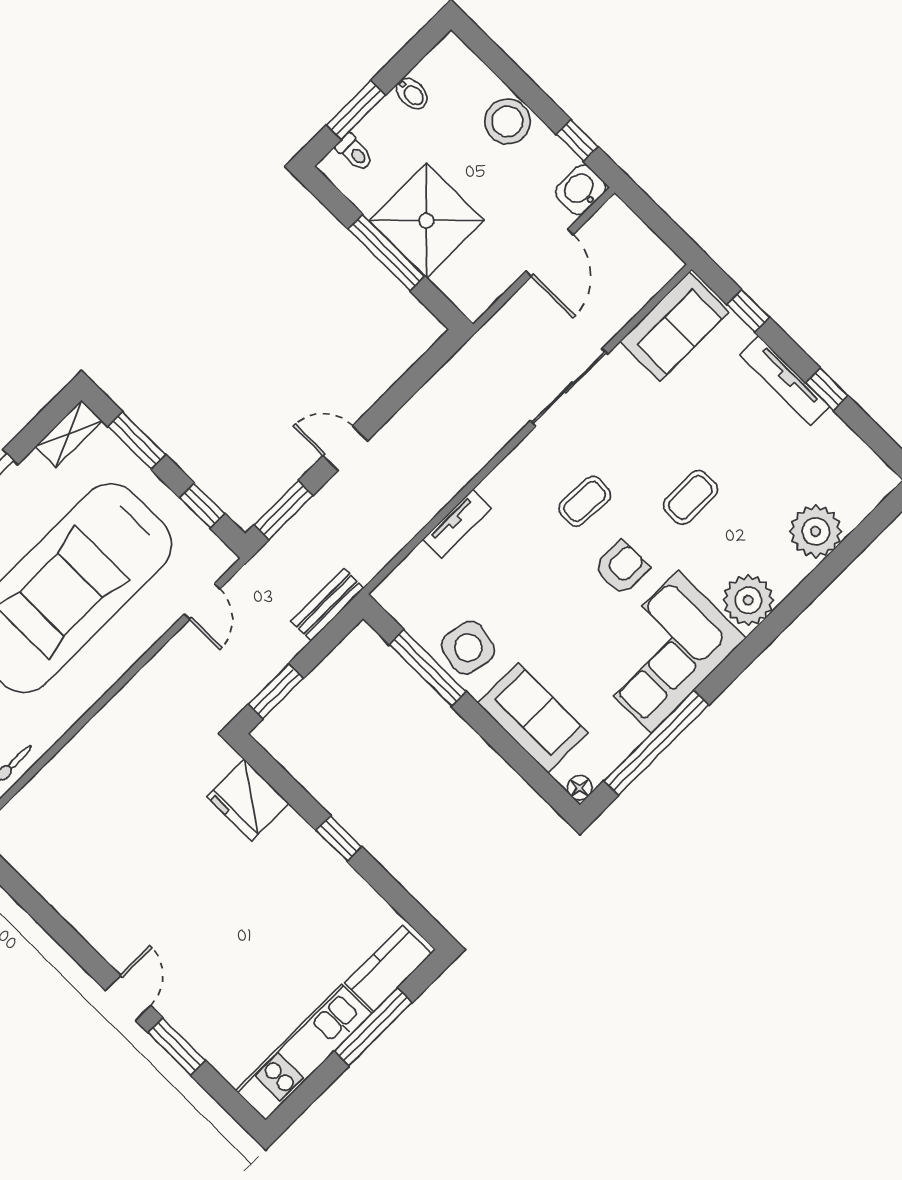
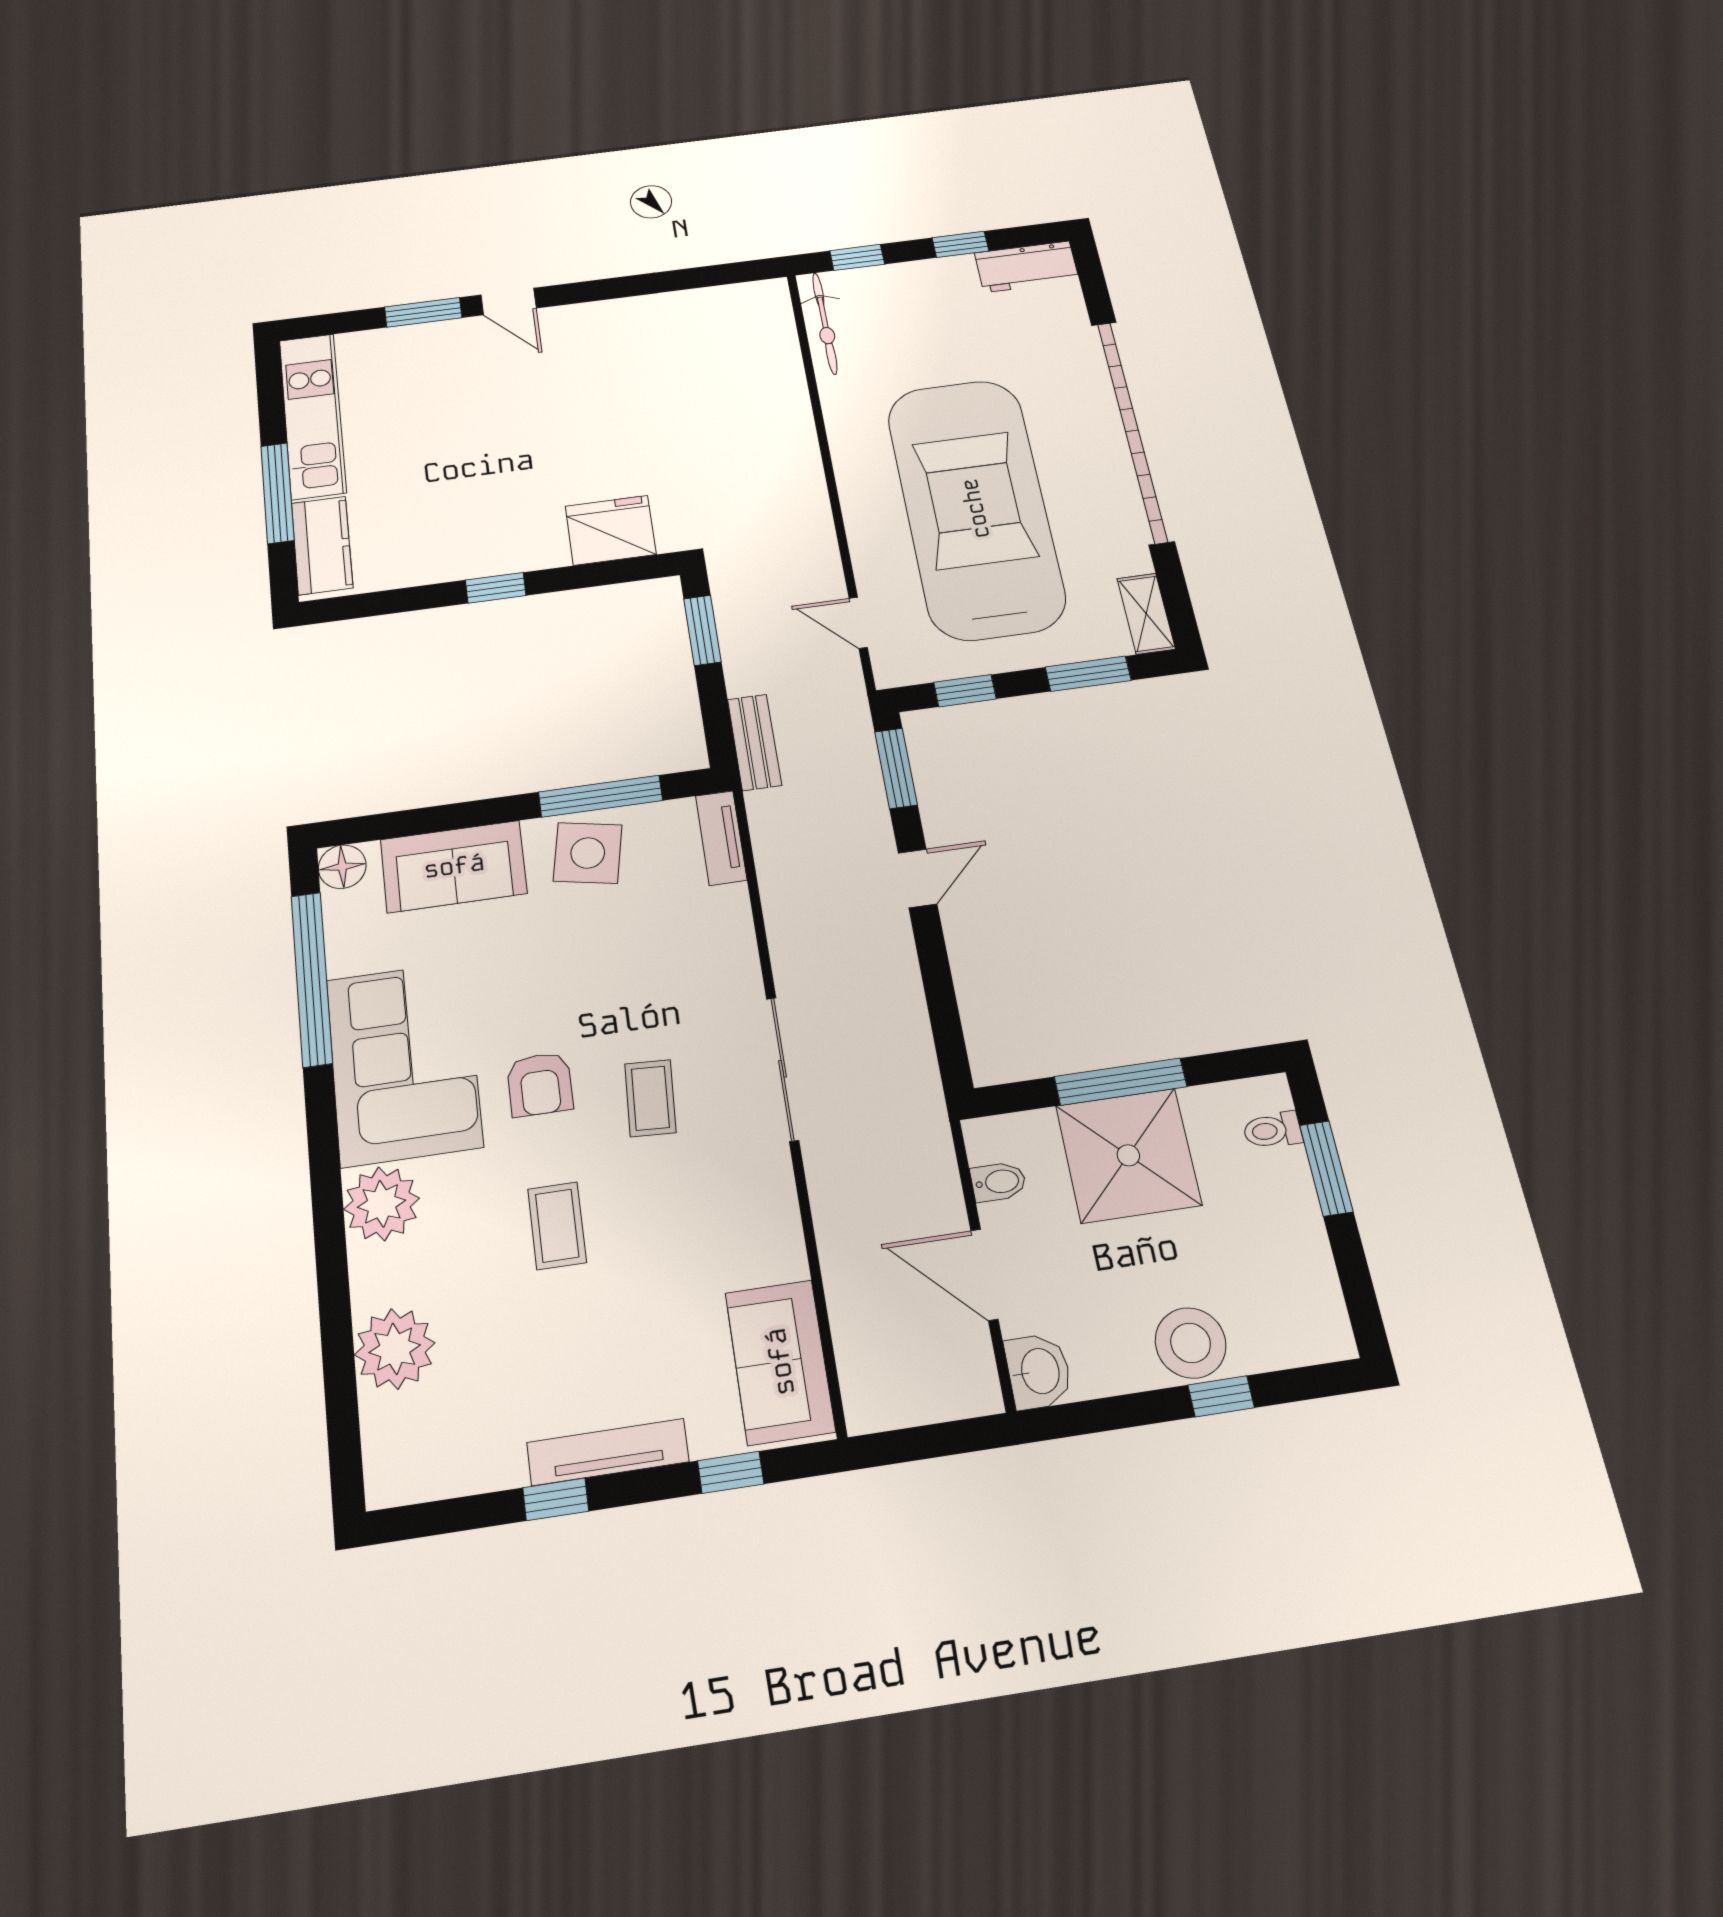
bidet: (412, 93) -> (998, 1182), moved, turned 180
window: (577, 140) -> (1221, 1396), moved
sliding door: (569, 387) -> (783, 1069), moved
tv unit: (457, 524) -> (721, 838), moved
floor lamp: (580, 788) -> (342, 867), width x1.37, depth x1.37

